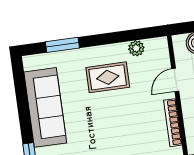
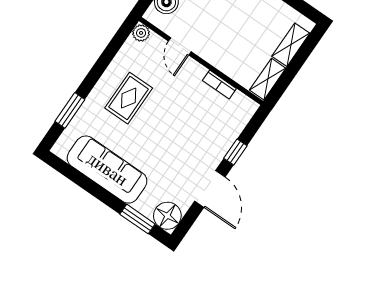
plant: (136, 48) -> (141, 33), moved
bookcase: (173, 123) -> (219, 85), width x0.64

